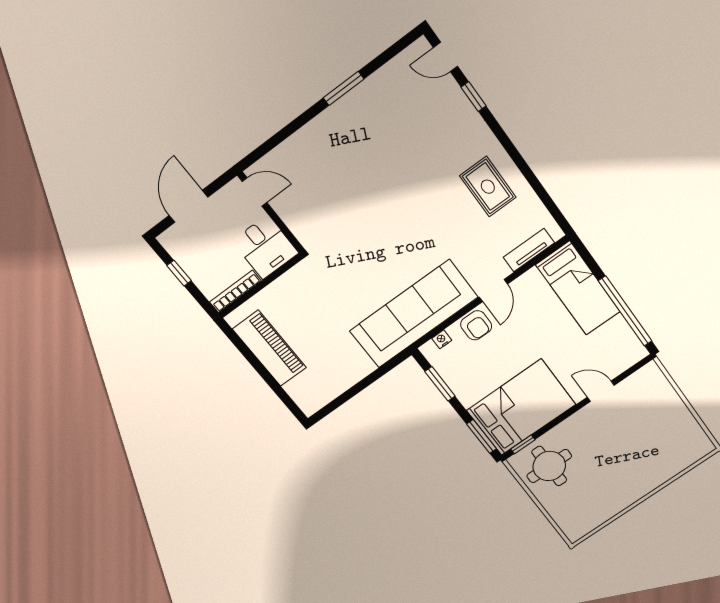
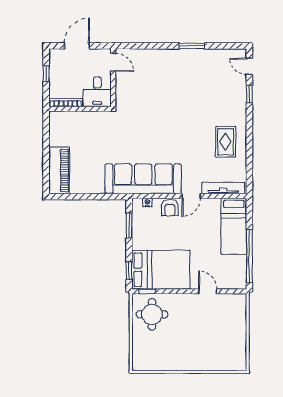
tv unit: (529, 250) -> (223, 188), width x1.41
piano: (270, 348) -> (59, 170), moved
window: (482, 436) -> (129, 271), width x0.67

